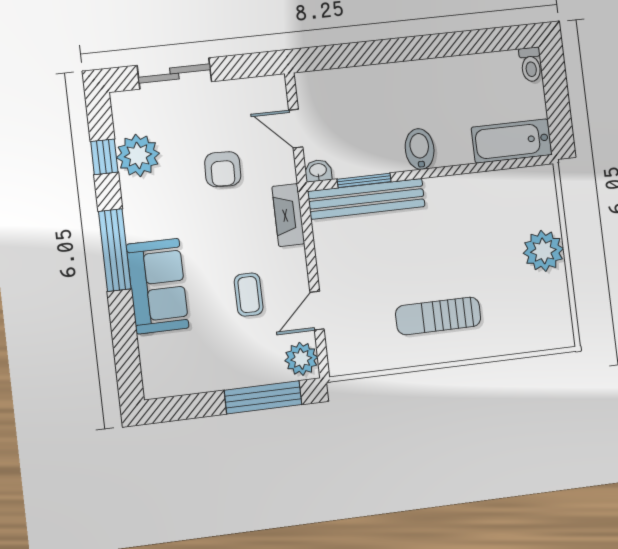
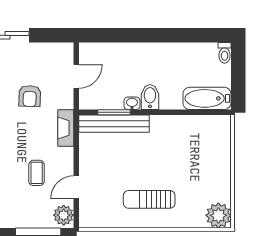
door: (296, 129) -> (76, 76), swing flipped
washbasin: (318, 171) -> (132, 103), moved
plant: (543, 251) -> (218, 215), moved

